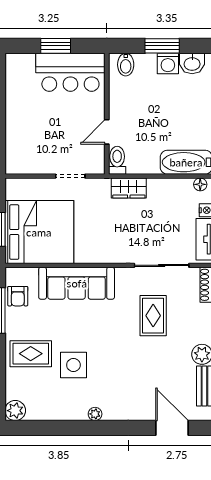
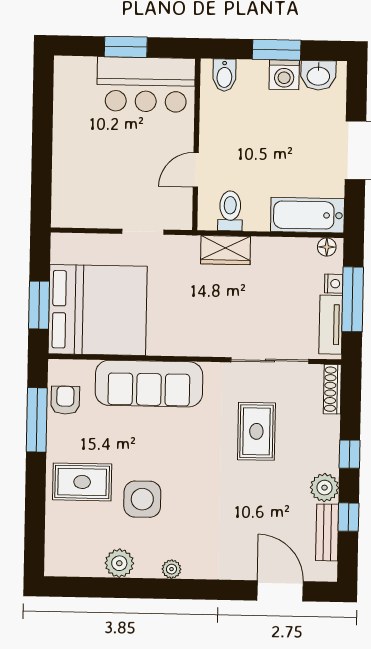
toilet: (117, 160) -> (230, 211), moved
armchair: (18, 296) -> (65, 400), turned 180
plant: (15, 411) -> (119, 563), moved

